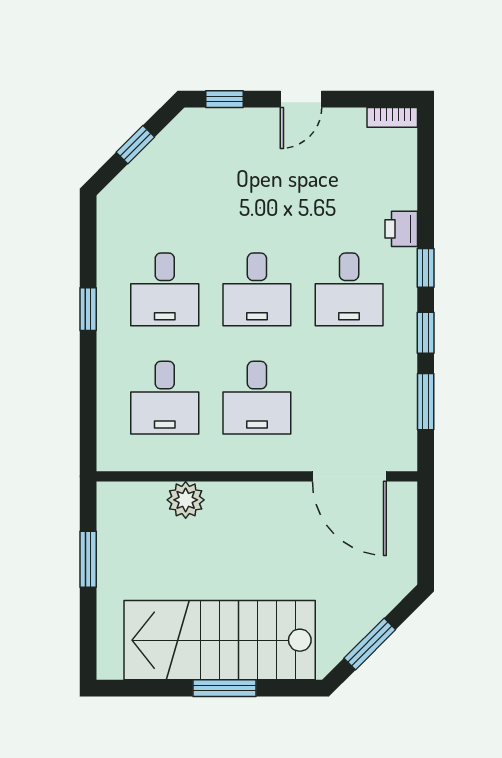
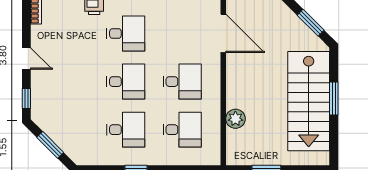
window: (135, 145) -> (50, 145), width x1.50
door: (349, 476) -> (223, 33), hinge flipped

